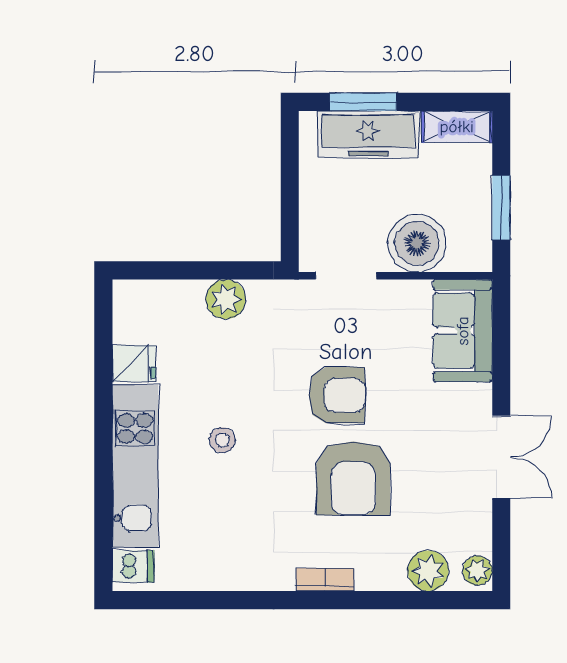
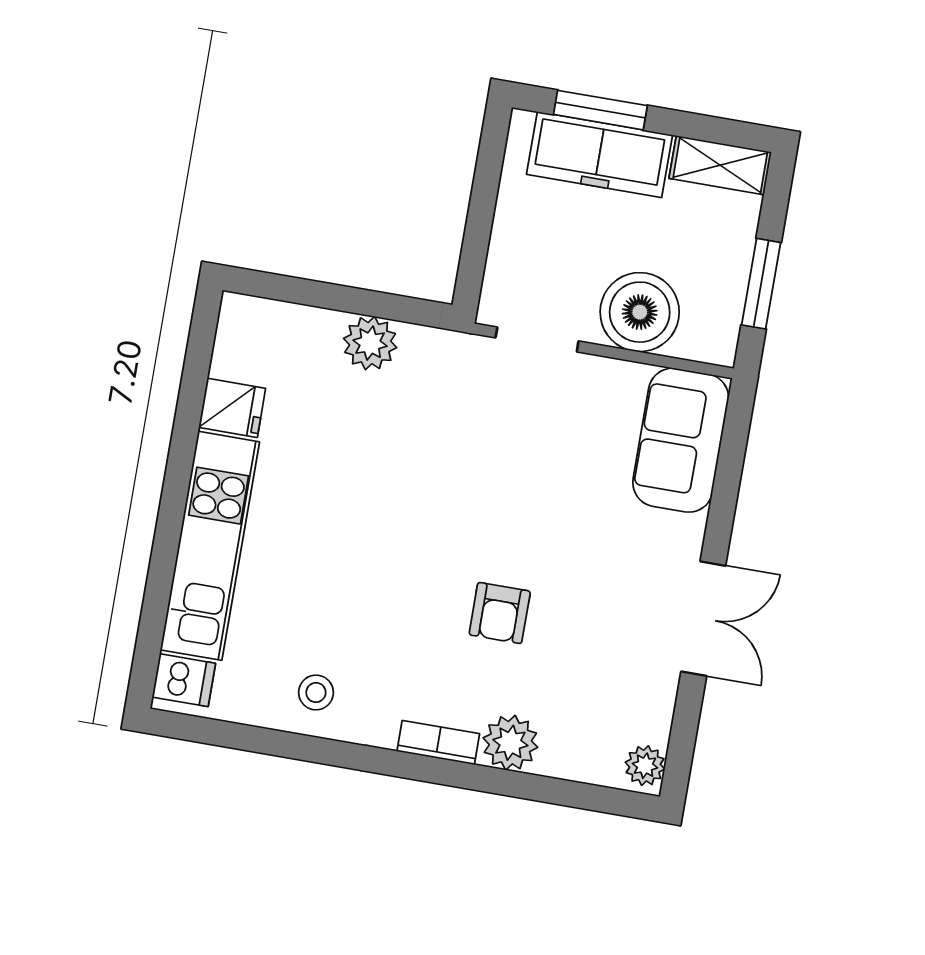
armchair: (337, 395) -> (497, 498), removed
stool: (222, 440) -> (316, 692), moved
armchair: (353, 478) -> (500, 613), width x0.53, depth x0.53
plant: (428, 571) -> (510, 743), moved

